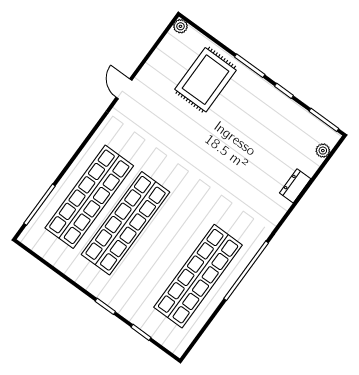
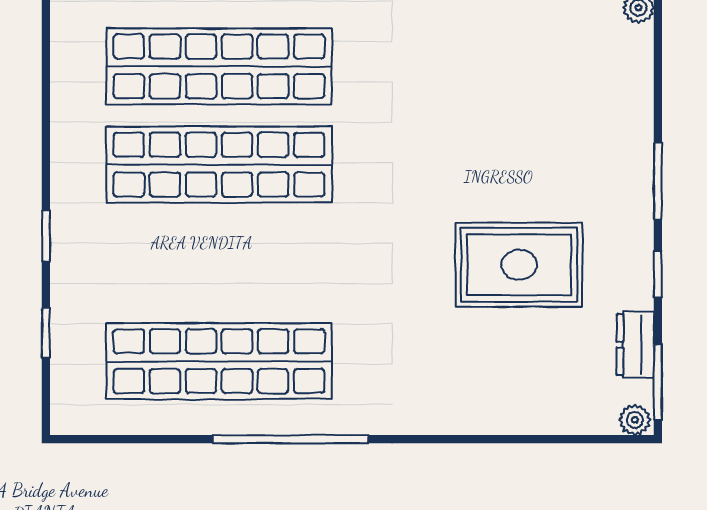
rug: (206, 80) -> (519, 265), moved
plant: (323, 151) -> (635, 420), moved
dresser: (295, 186) -> (635, 345), moved, turned -90

